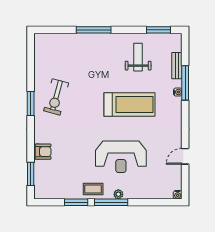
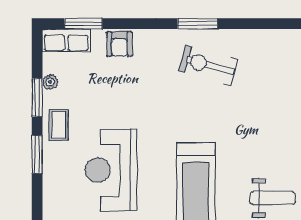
row of seats: (41, 184) -> (66, 40), added
plant: (118, 194) -> (50, 82), moved
window: (111, 202) -> (37, 155), width x0.69

